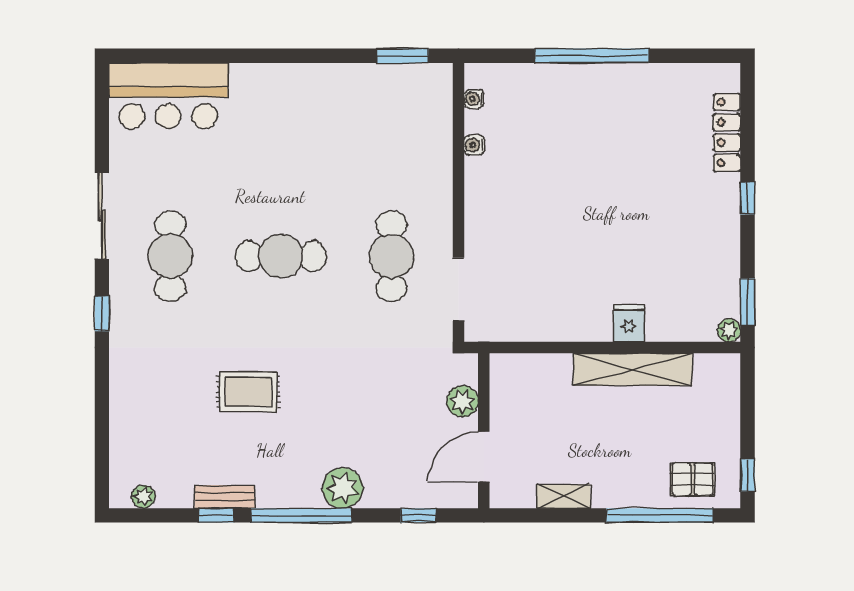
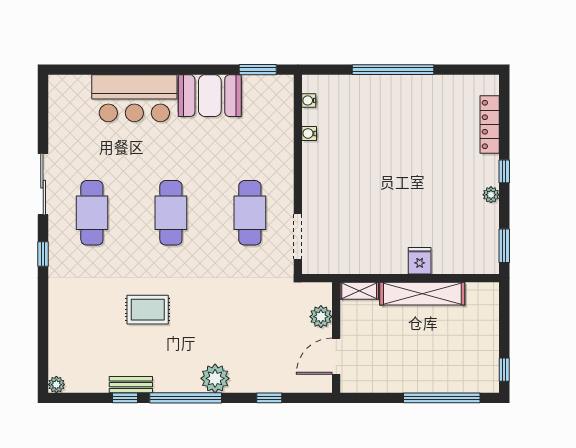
booth: (335, 92) -> (210, 96), added
bar counter: (168, 96) -> (134, 98), moved
cafe table: (281, 256) -> (171, 213), turned 90
plant: (729, 330) -> (491, 195), moved
plant: (462, 401) -> (321, 317), moved
wall: (484, 431) -> (336, 338), moved
door: (484, 457) -> (336, 356), moved
pallet: (693, 479) -> (465, 372), removed
shelving: (563, 496) -> (359, 291), moved
plant: (143, 497) -> (56, 385), moved

